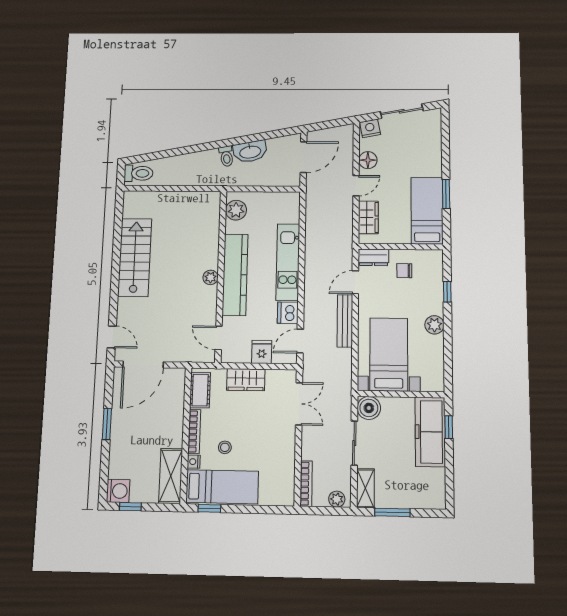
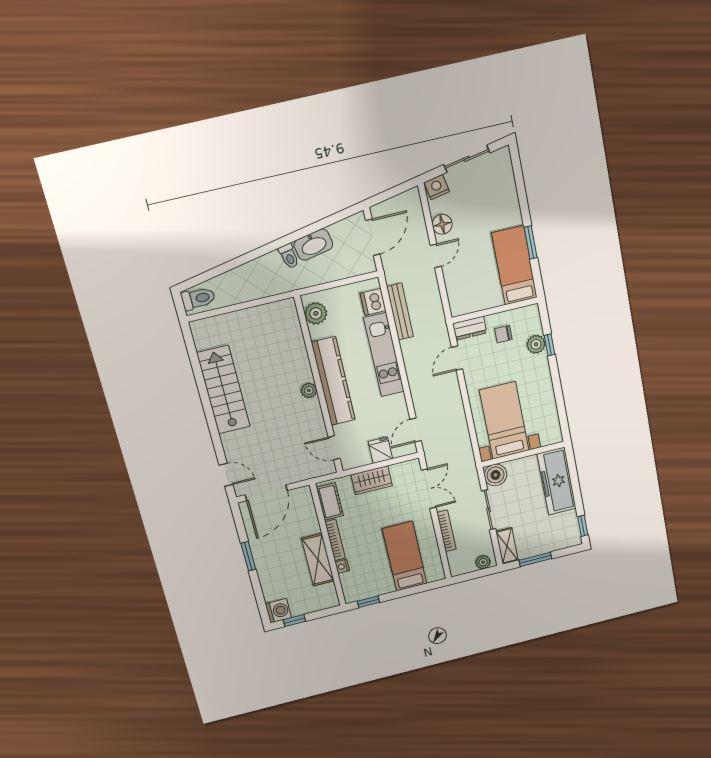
wardrobe: (368, 217) -> (456, 287), removed
dishwasher: (288, 313) -> (373, 302), moved
bench: (345, 321) -> (400, 312), moved
plant: (434, 325) -> (536, 344), moved
window: (449, 427) -> (583, 526), moved
stool: (225, 447) -> (368, 546), removed
shelving: (171, 476) -> (318, 560), moved
bookcase: (306, 484) -> (446, 531), moved
bed: (222, 487) -> (405, 556), moved, turned -90

